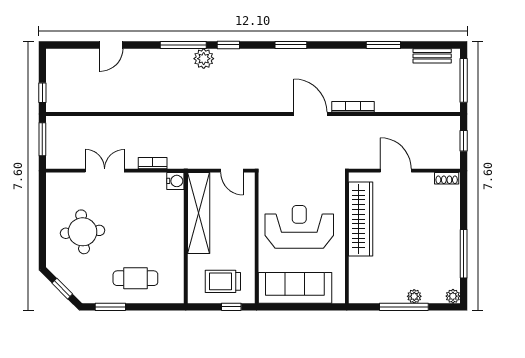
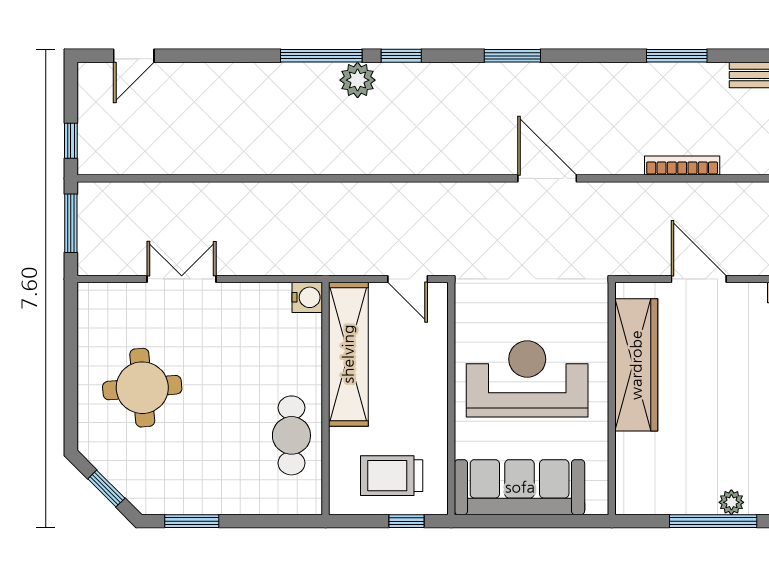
door: (111, 45) -> (134, 56), moved
bookcase: (353, 107) -> (682, 166), moved
bookcase: (153, 163) -> (267, 266), removed
cafe table: (135, 278) -> (291, 435), moved, turned 90

